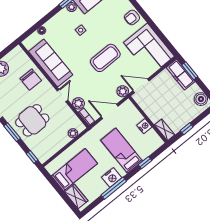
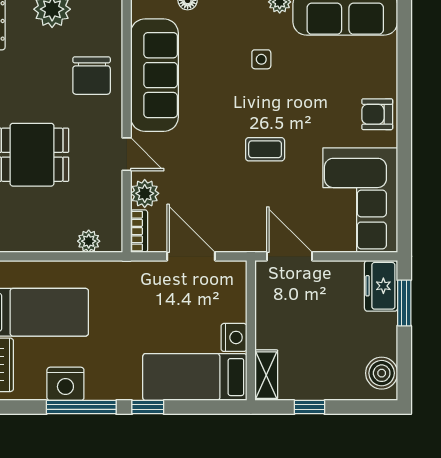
coffee table: (105, 58) -> (265, 149), width x0.54, depth x0.58
freezer: (181, 75) -> (381, 286), width x0.71
plant: (123, 91) -> (247, 239), removed
door: (62, 96) -> (127, 154), hinge flipped
bed: (122, 151) -> (195, 377), moved, turned -90
window: (145, 163) -> (148, 407), moved
nightstand: (112, 177) -> (65, 384), moved

